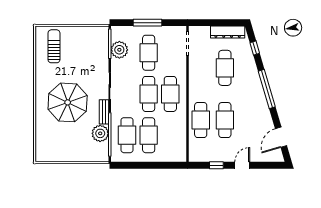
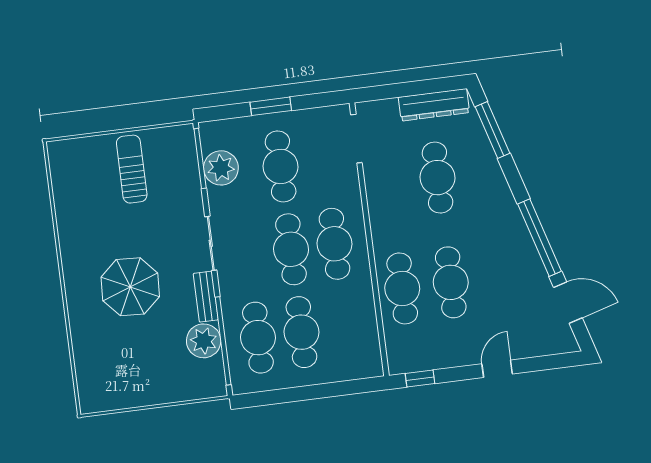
window: (148, 23) -> (271, 106), width x0.69
sun lounger: (54, 46) -> (132, 169), moved
window: (255, 48) -> (493, 130), width x2.17
window: (267, 89) -> (539, 238), moved
parasol: (68, 102) -> (130, 287), width x0.73, depth x0.73
door: (281, 137) -> (568, 303), swing flipped
window: (216, 165) -> (420, 379), moved

